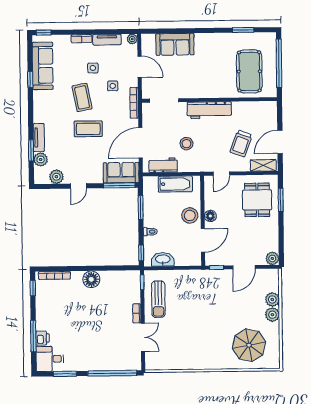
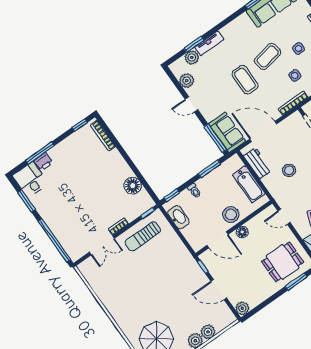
floor lamp: (91, 279) -> (133, 186), moved

